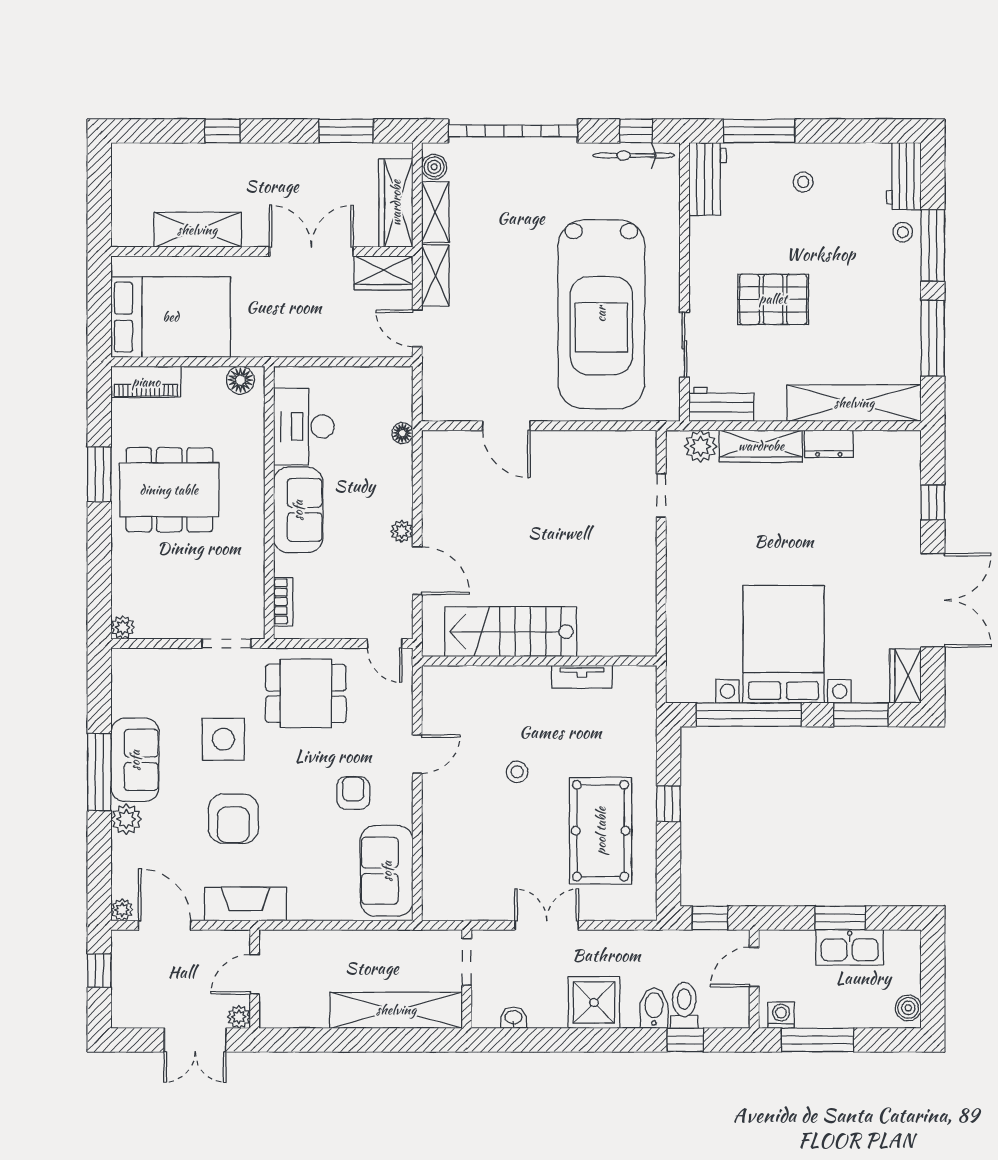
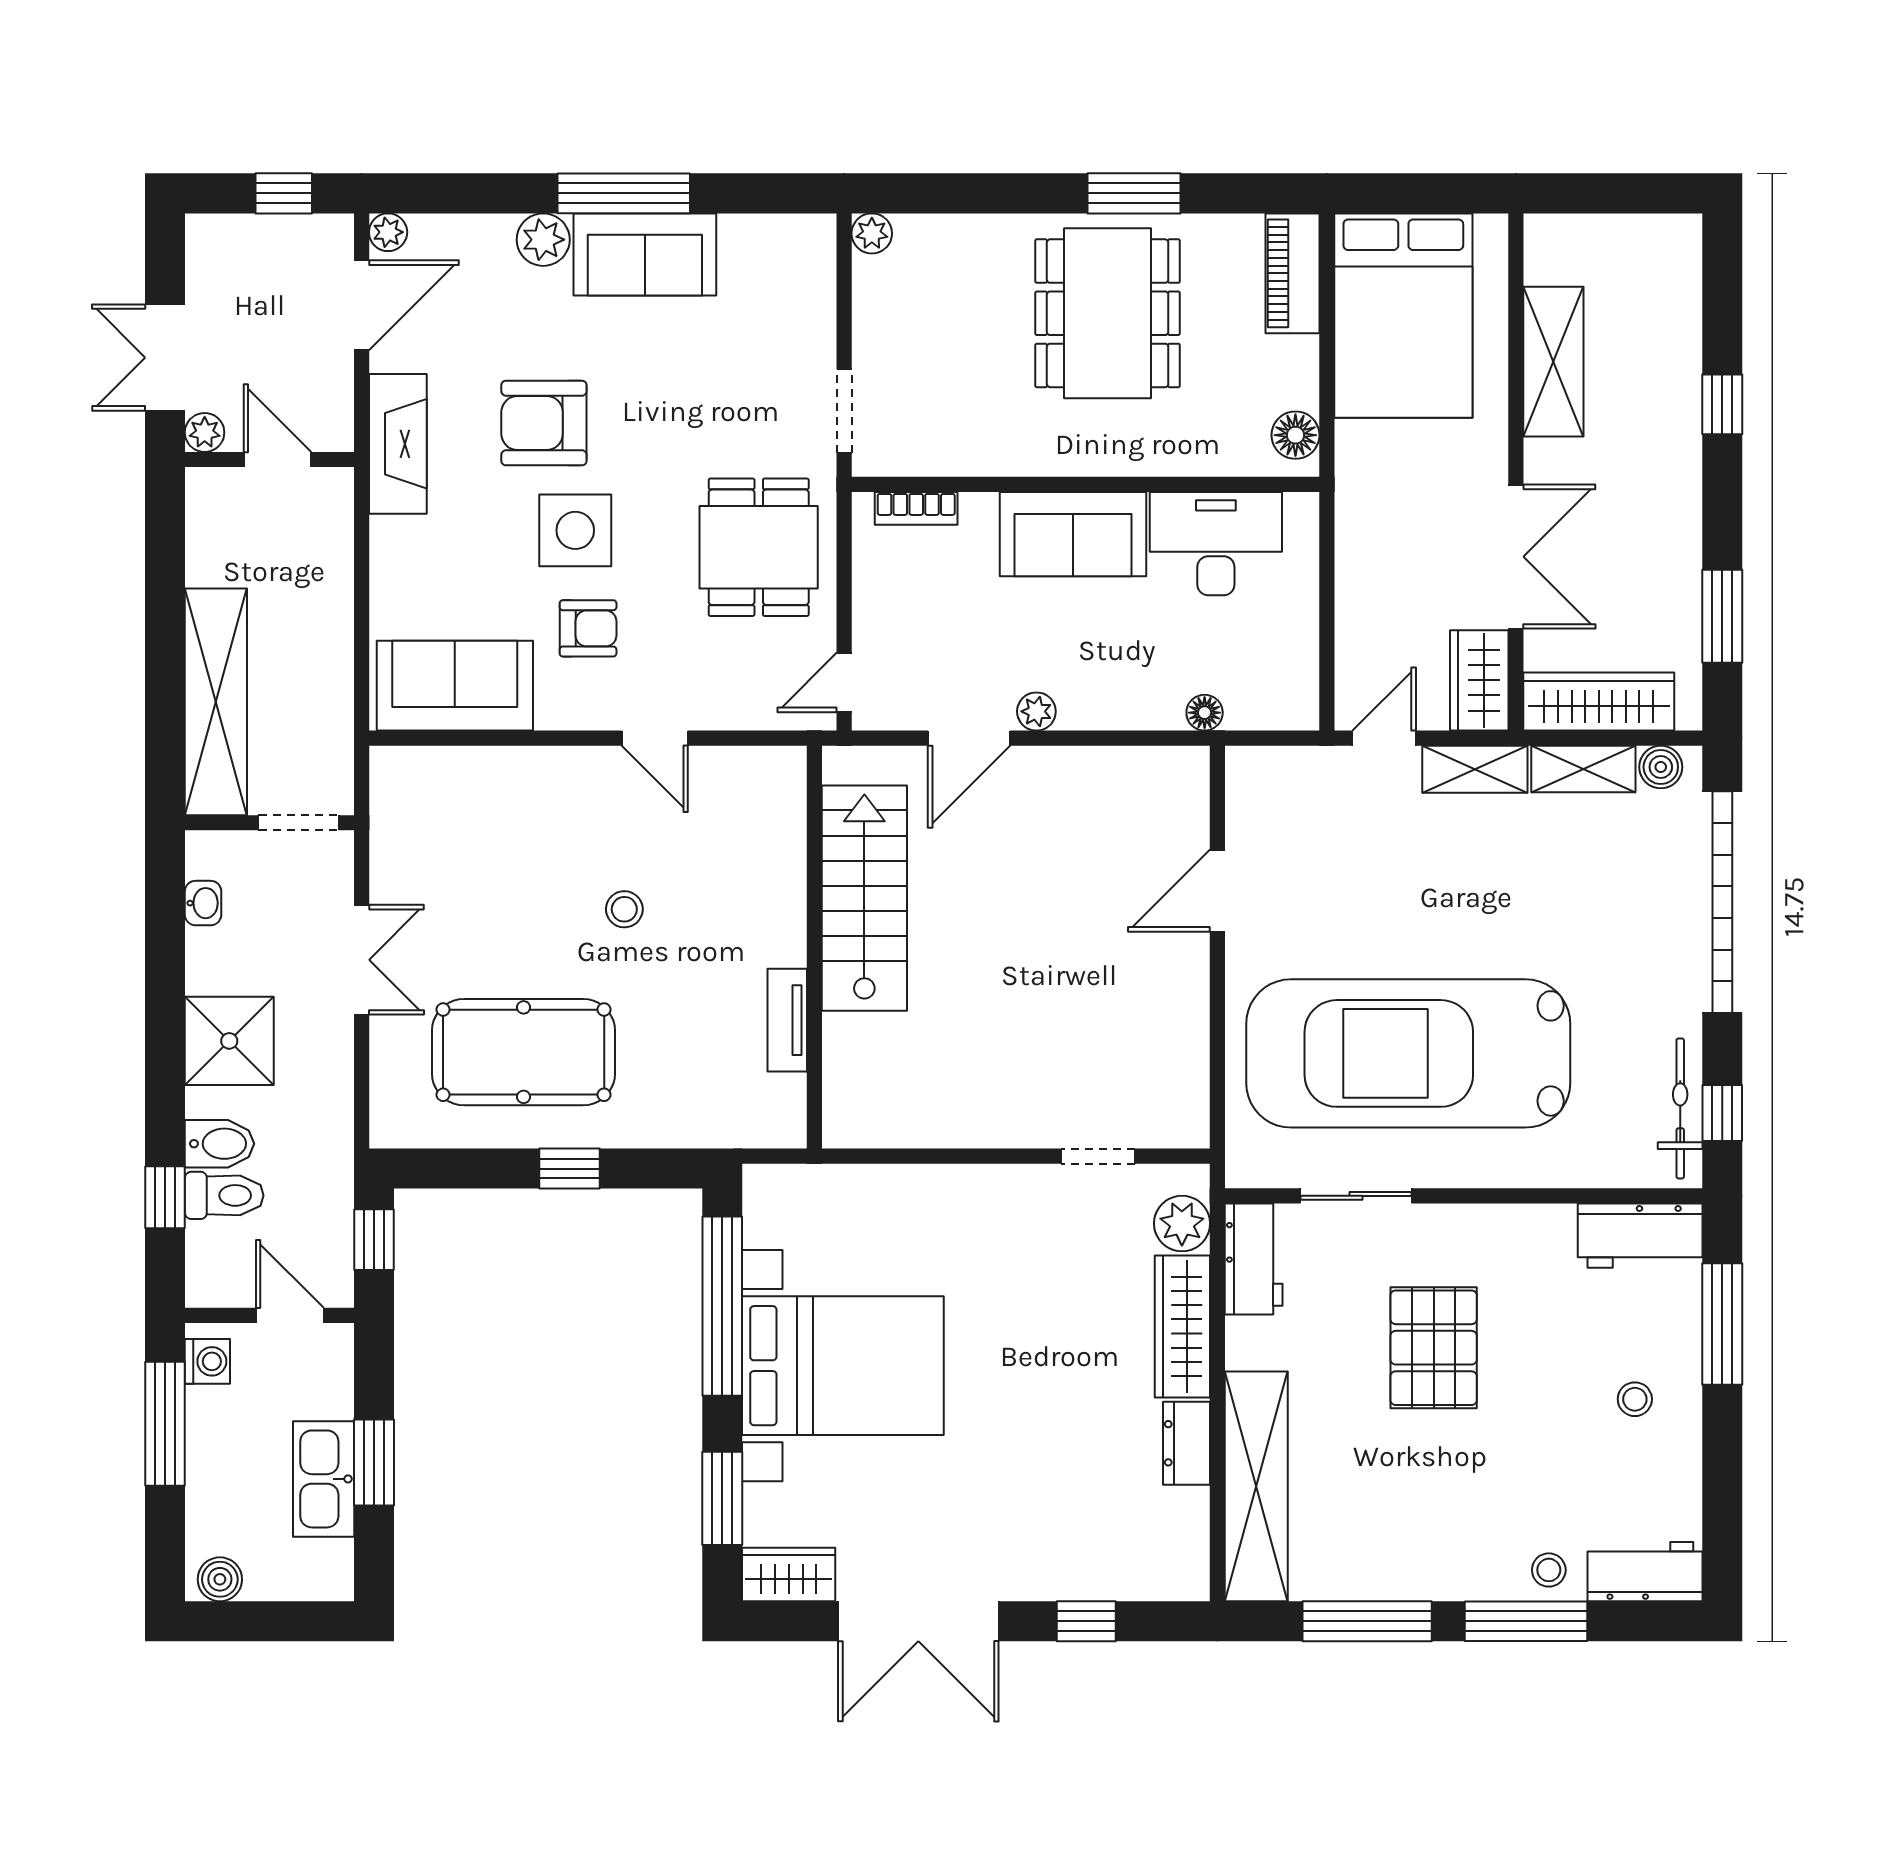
side table: (223, 739) -> (575, 530), moved

